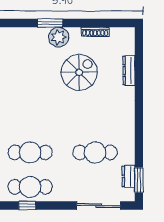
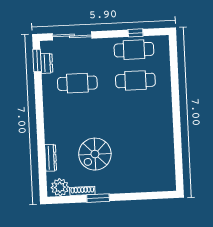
window: (50, 23) -> (98, 198), moved
plant: (59, 37) -> (60, 187), moved

